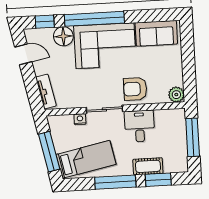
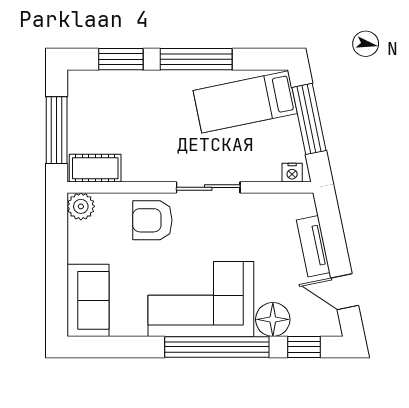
sofa: (156, 33) -> (88, 300), moved, turned 90
armchair: (135, 89) -> (152, 220), turned 180
tv unit: (46, 92) -> (313, 246), moved
nightstand: (80, 119) -> (292, 173), moved
desk: (140, 126) -> (148, 155), removed
cot: (148, 166) -> (95, 168), moved

